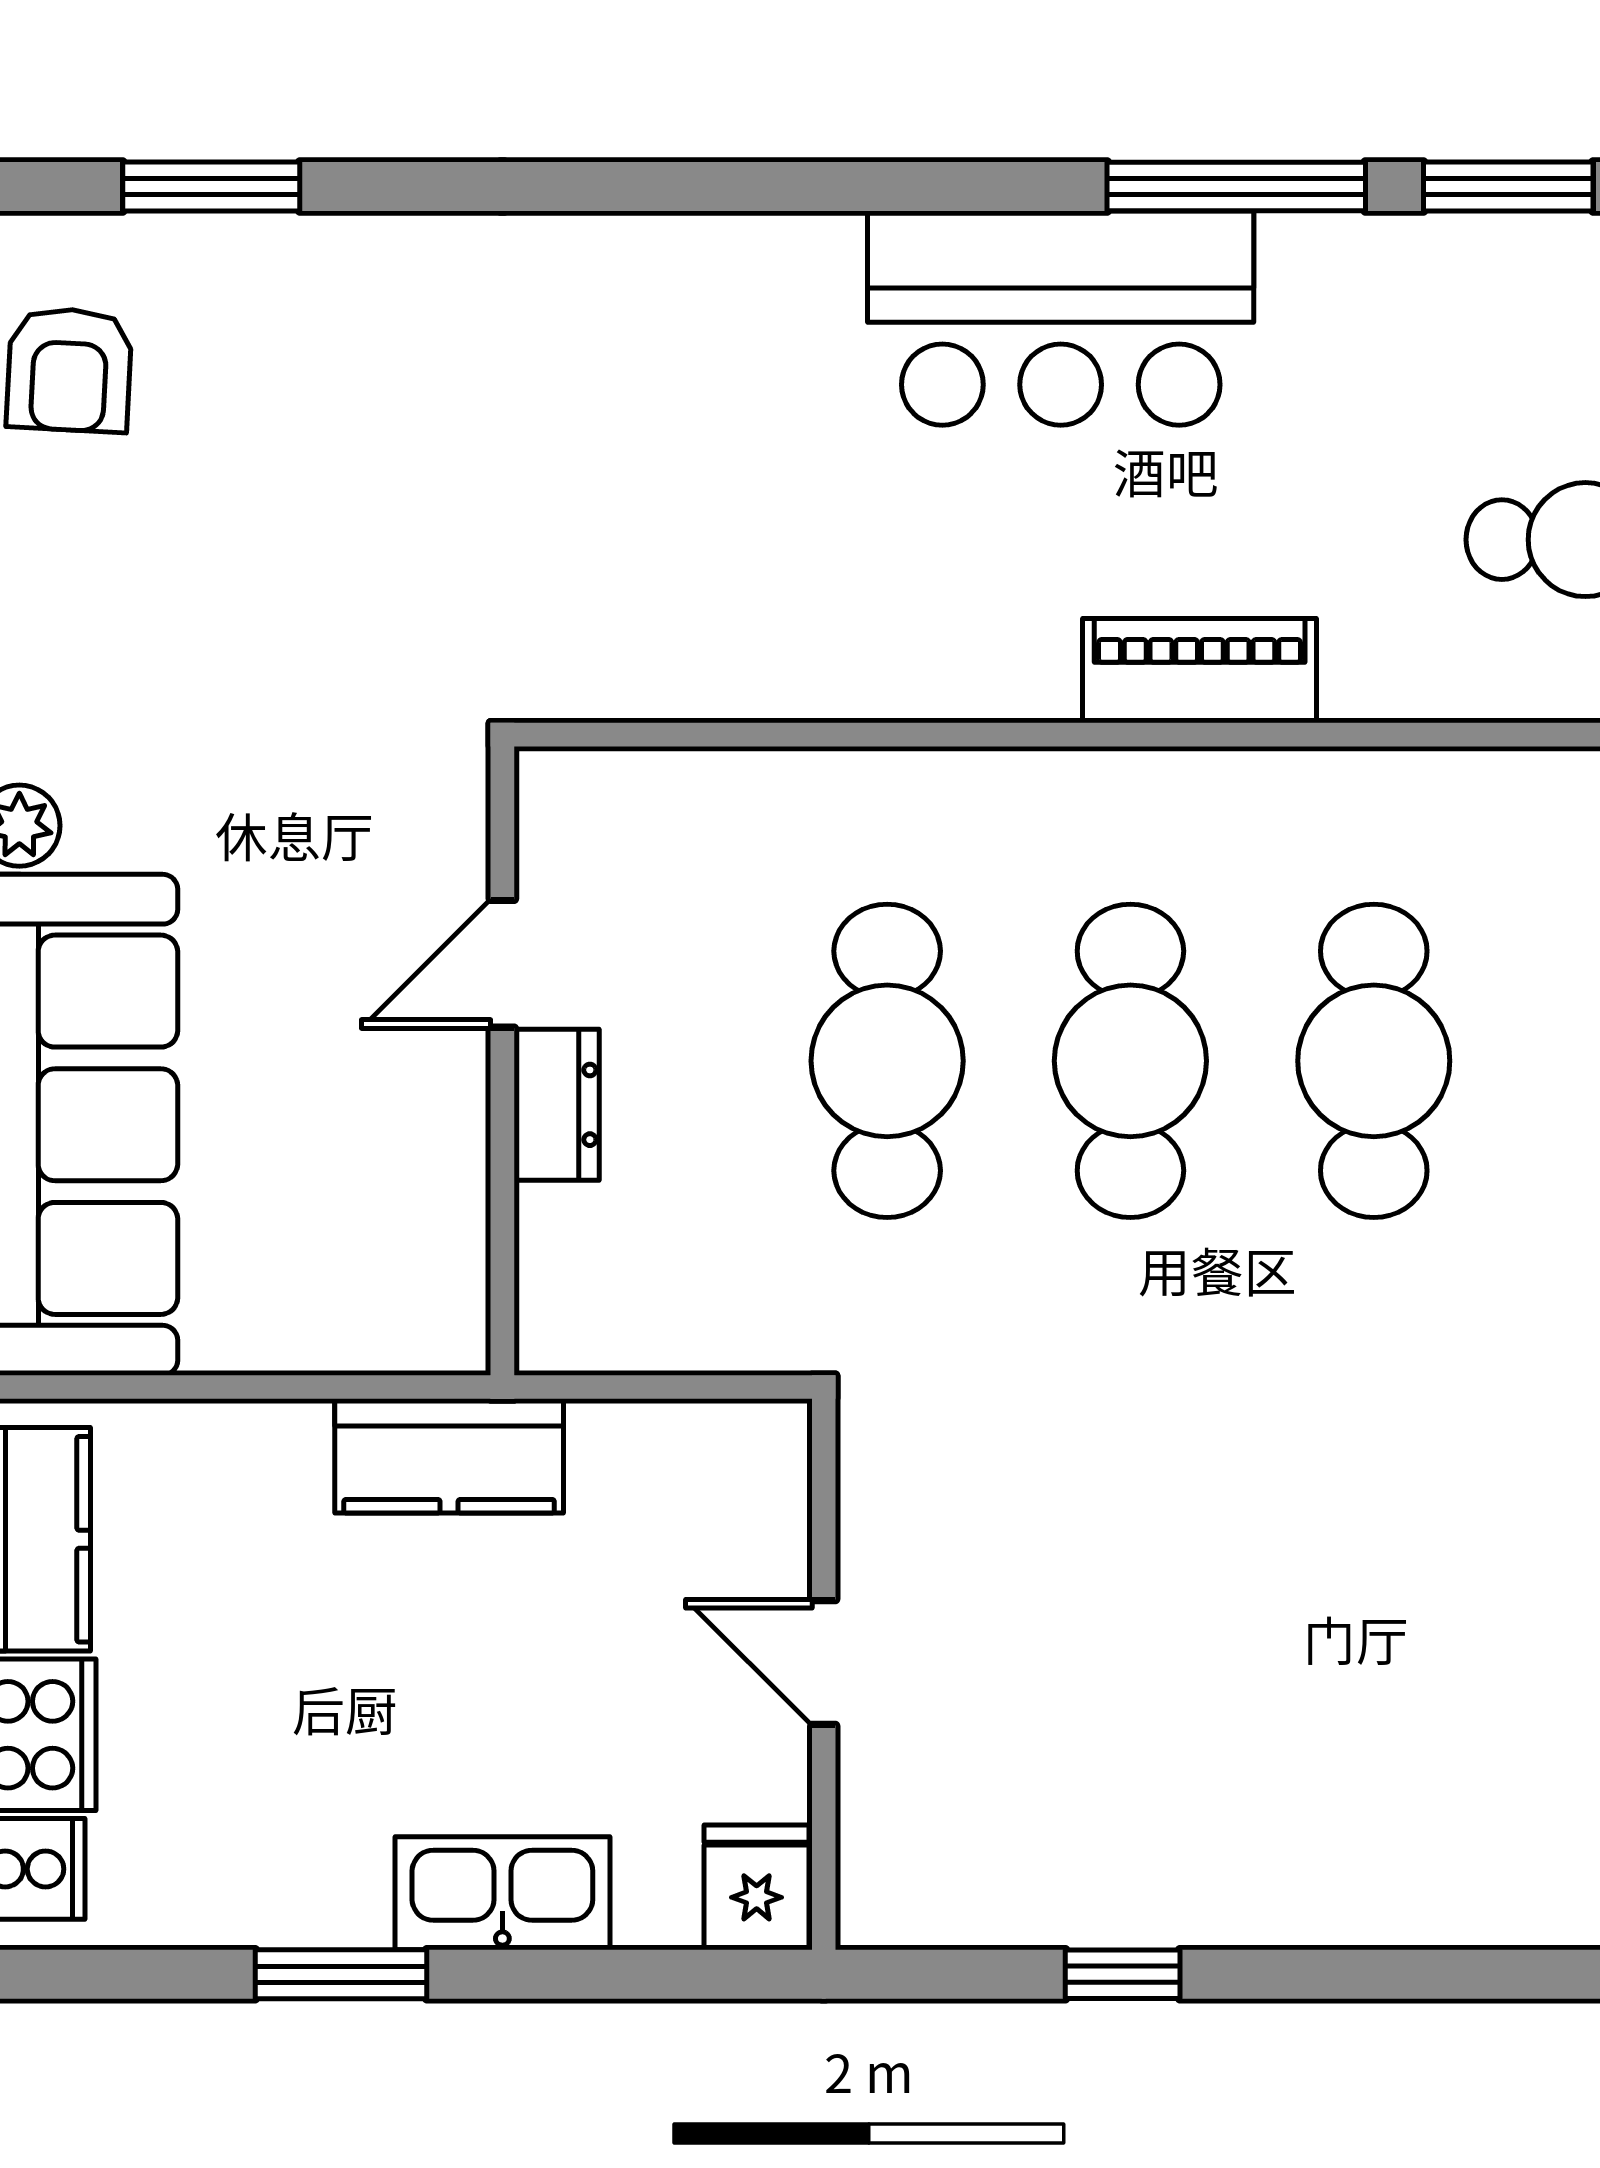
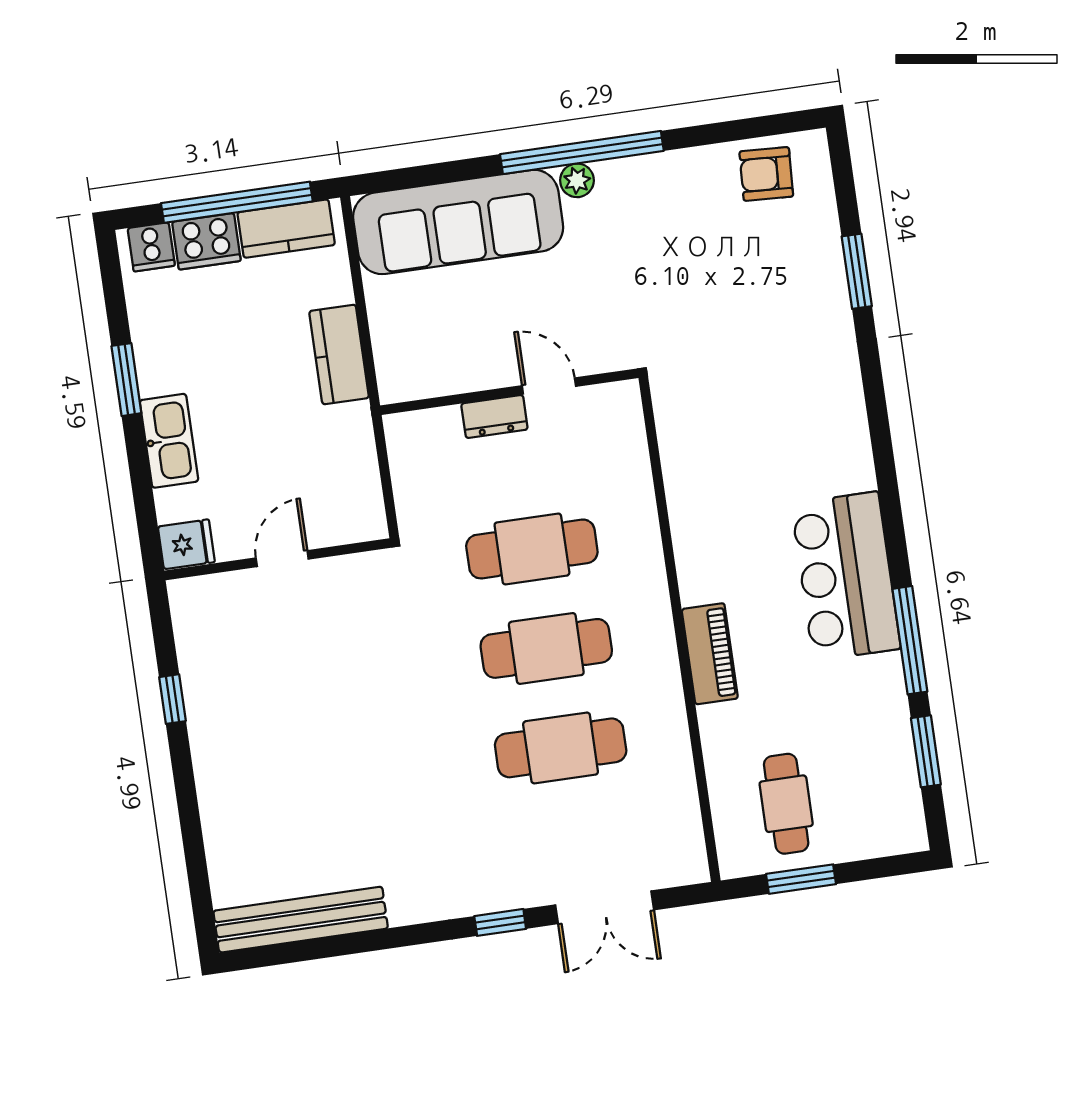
window: (211, 186) -> (857, 271), moved
kitchen counter: (449, 1456) -> (339, 355), moved

